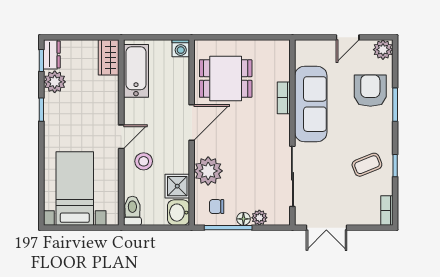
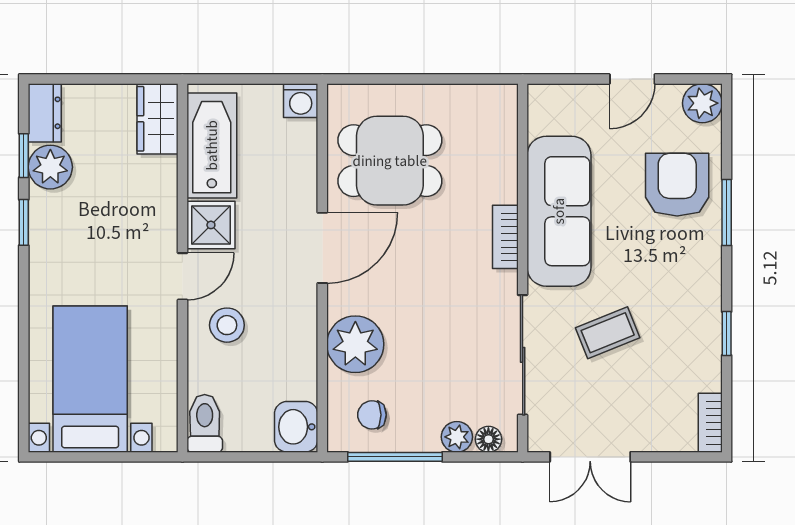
window: (41, 61) -> (24, 156), moved
bookcase: (284, 98) -> (505, 237), moved
coffee table: (367, 165) -> (608, 333), moved
shower: (177, 186) -> (211, 225), moved
floor lamp: (243, 219) -> (488, 439), moved

